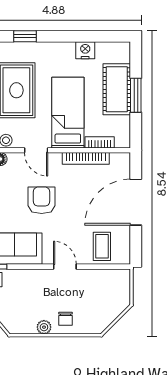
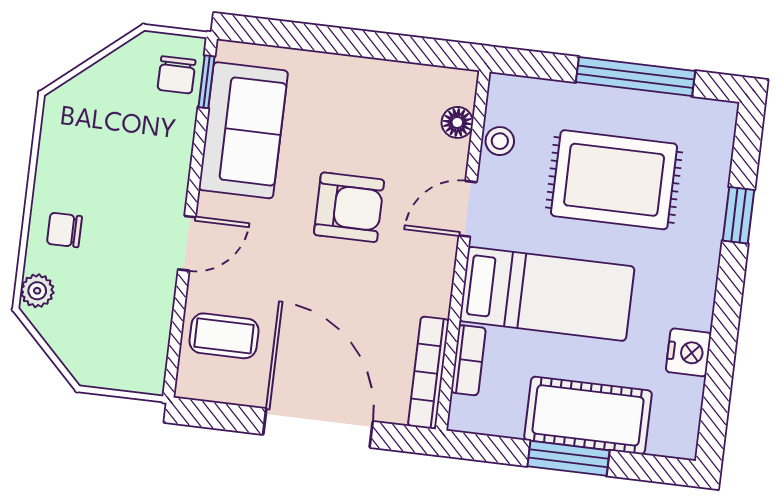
bookcase: (86, 158) -> (428, 373), moved
plant: (44, 327) -> (37, 291), moved

